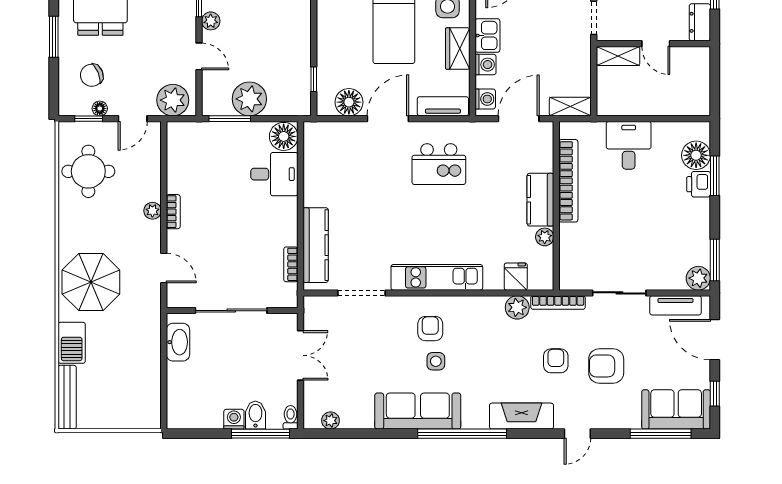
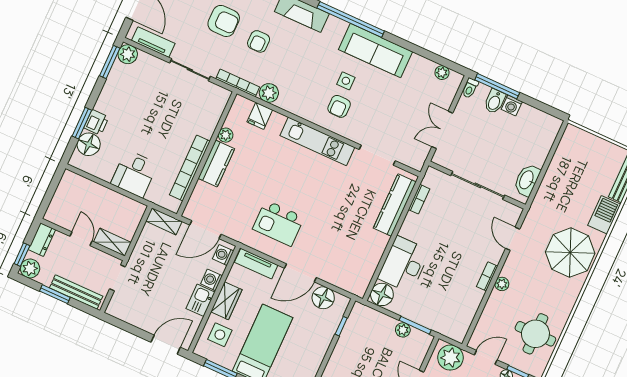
plant: (249, 99) -> (403, 330), width x0.53, depth x0.53
kitchen island: (439, 164) -> (278, 223), turned 180
desk: (274, 174) -> (404, 264), width x1.37

